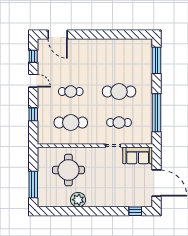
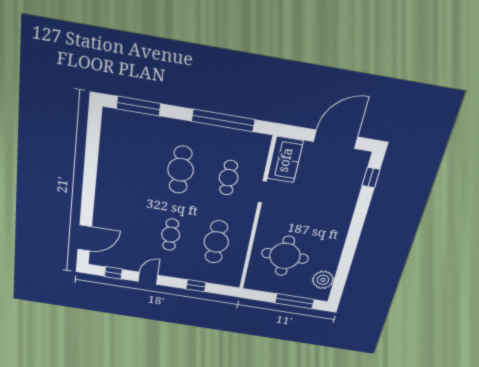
plant: (78, 200) -> (323, 280), moved

